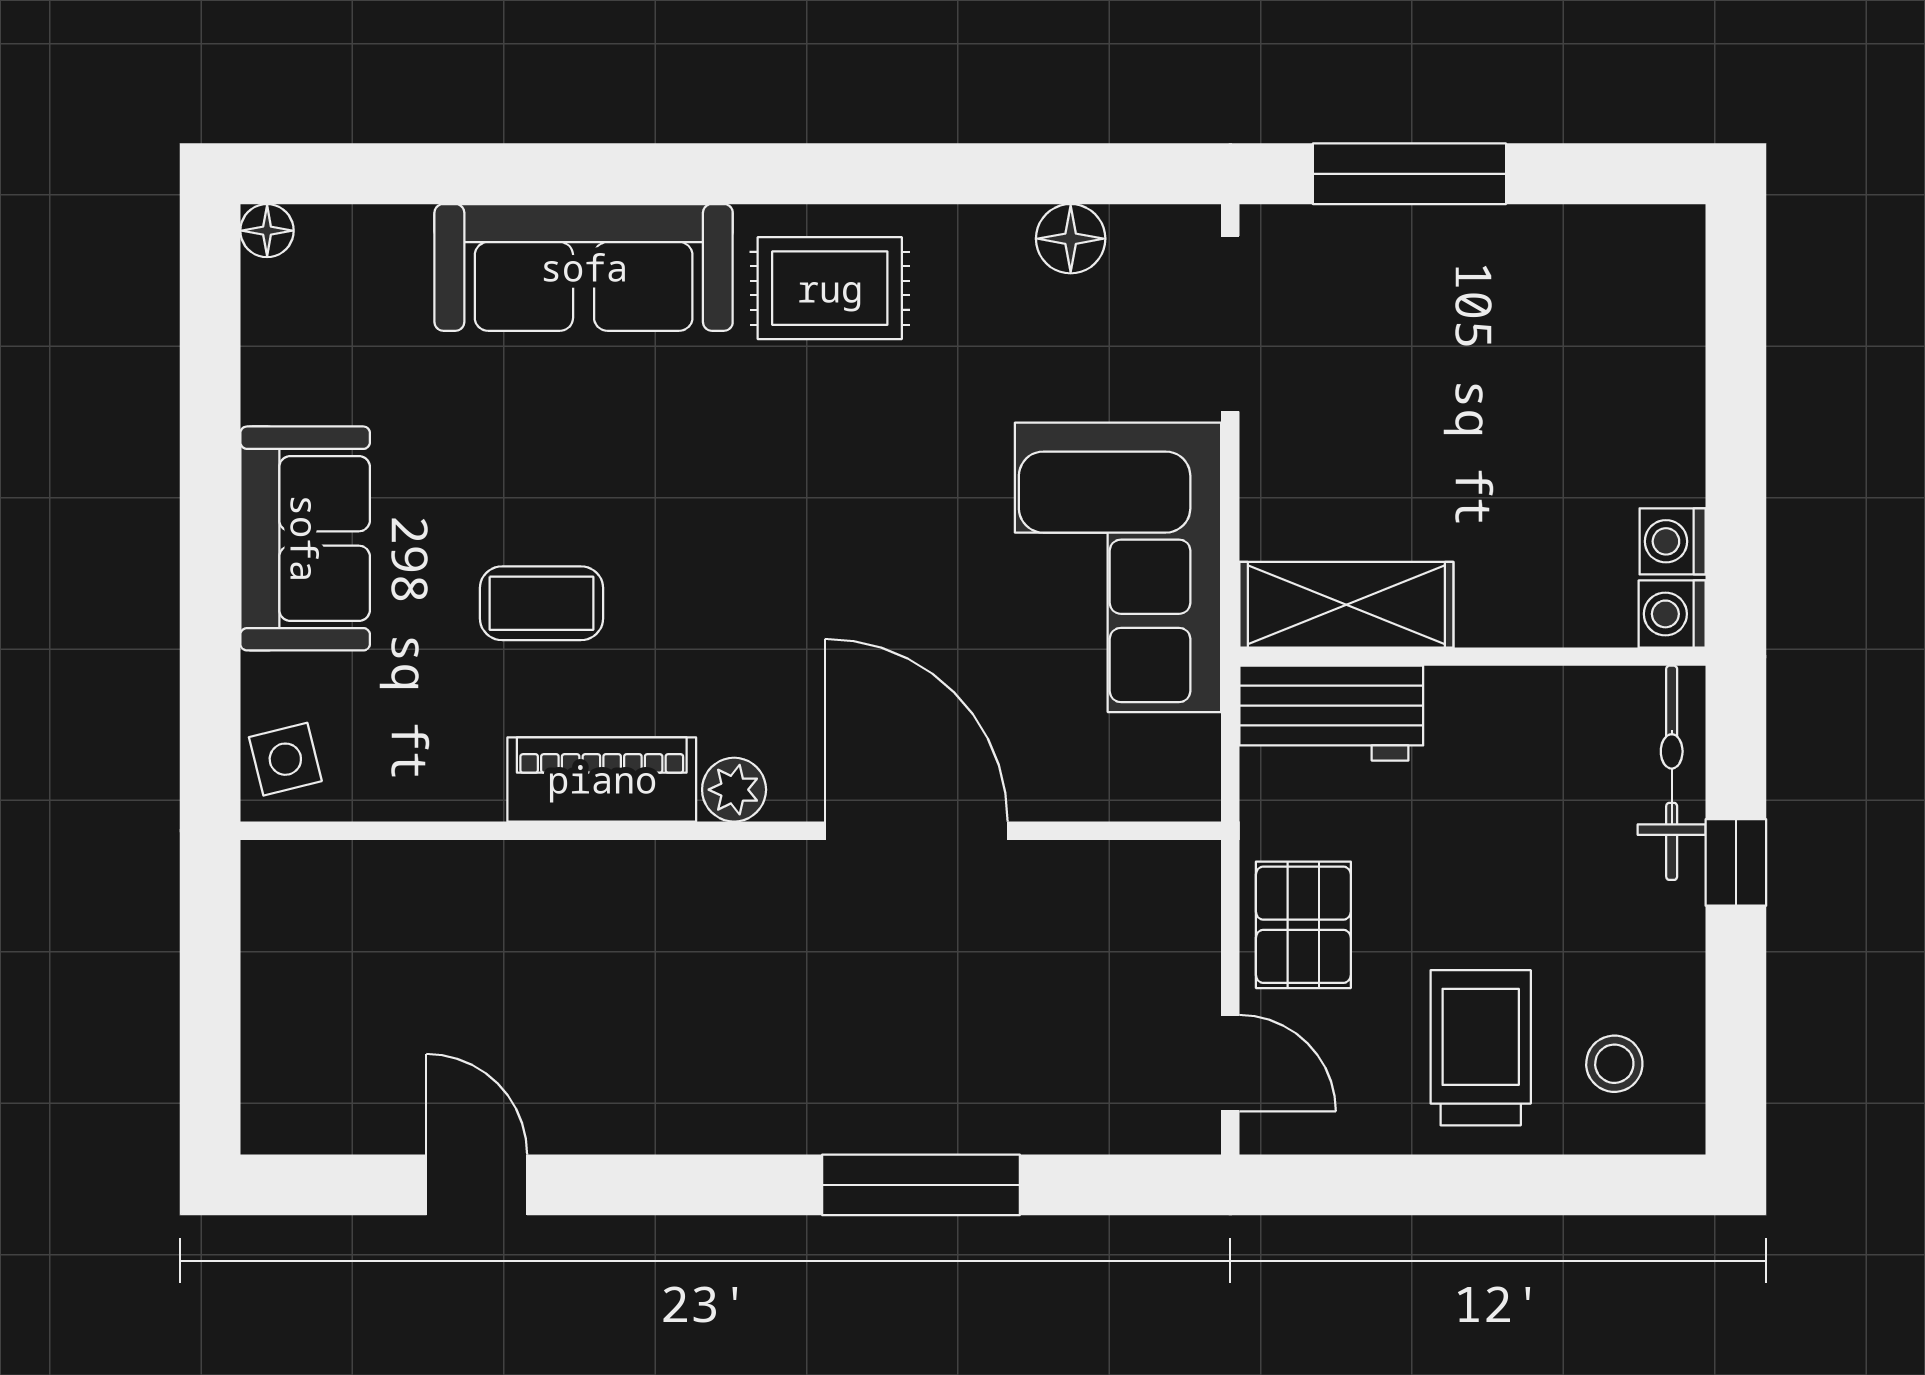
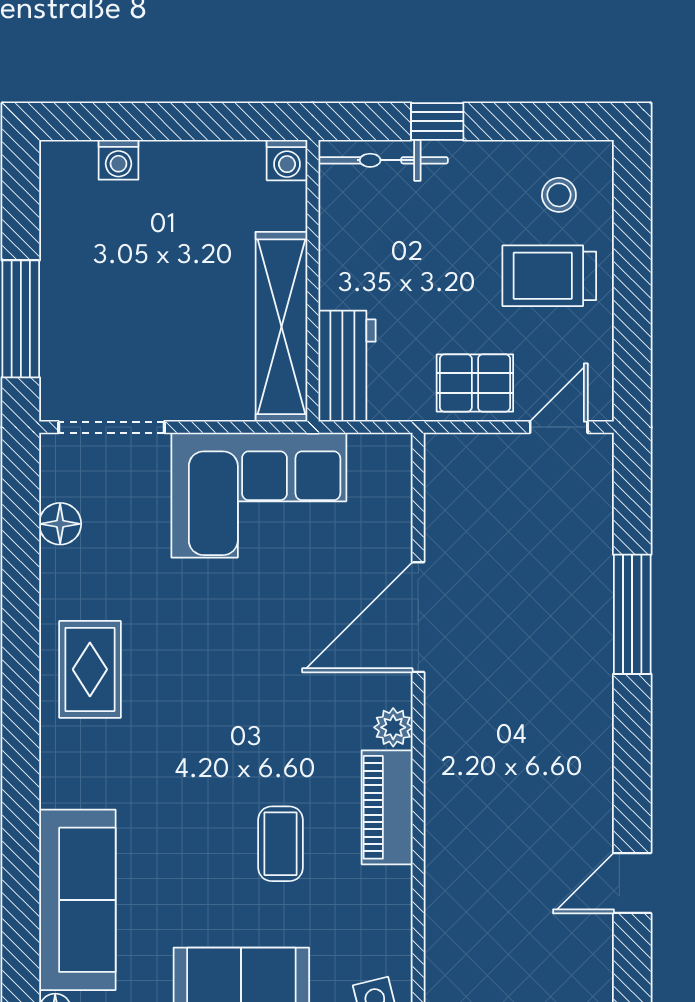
sofa: (584, 267) -> (77, 900), moved
washing machine: (1673, 541) -> (118, 160), moved
shelving: (1346, 605) -> (281, 327), width x1.47

